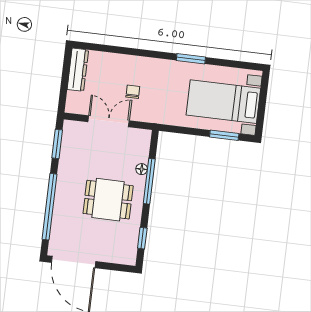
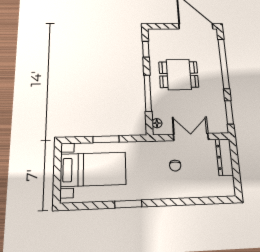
dresser: (78, 70) -> (224, 157), moved
double door: (109, 121) -> (191, 137), swing flipped
window: (224, 135) -> (106, 139), moved
floor lamp: (142, 169) -> (157, 123), moved

